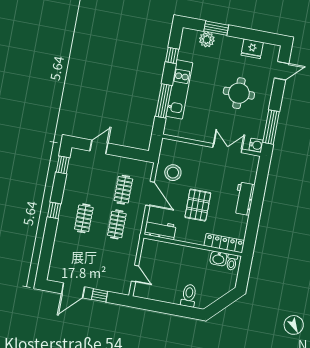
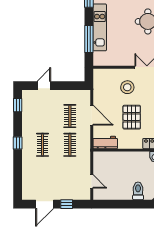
stool: (173, 173) -> (127, 87), moved

